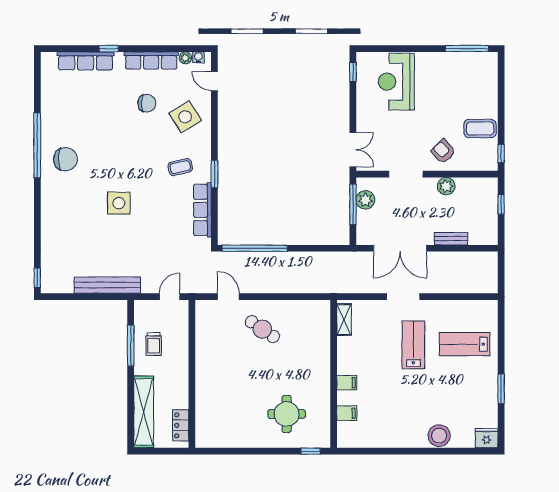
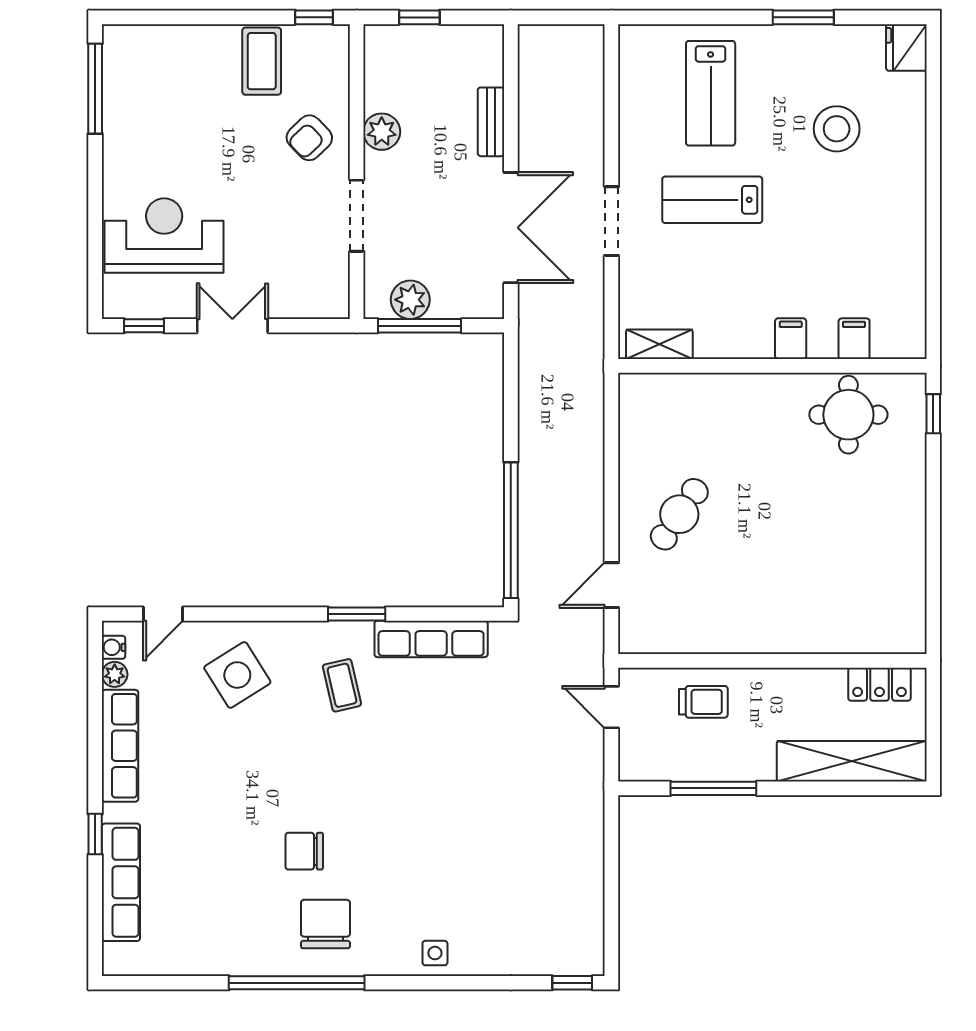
reception desk: (396, 82) -> (164, 235), turned 180
chair: (147, 103) -> (304, 851), moved, turned -90
double door: (353, 150) -> (232, 326), moved
side table: (119, 203) -> (435, 953), moved, width x0.54, depth x0.54
bench: (107, 285) -> (588, 837), removed
trolley: (154, 344) -> (703, 702), moved
round table: (287, 414) -> (848, 415), moved
stool: (439, 436) -> (837, 129), moved

